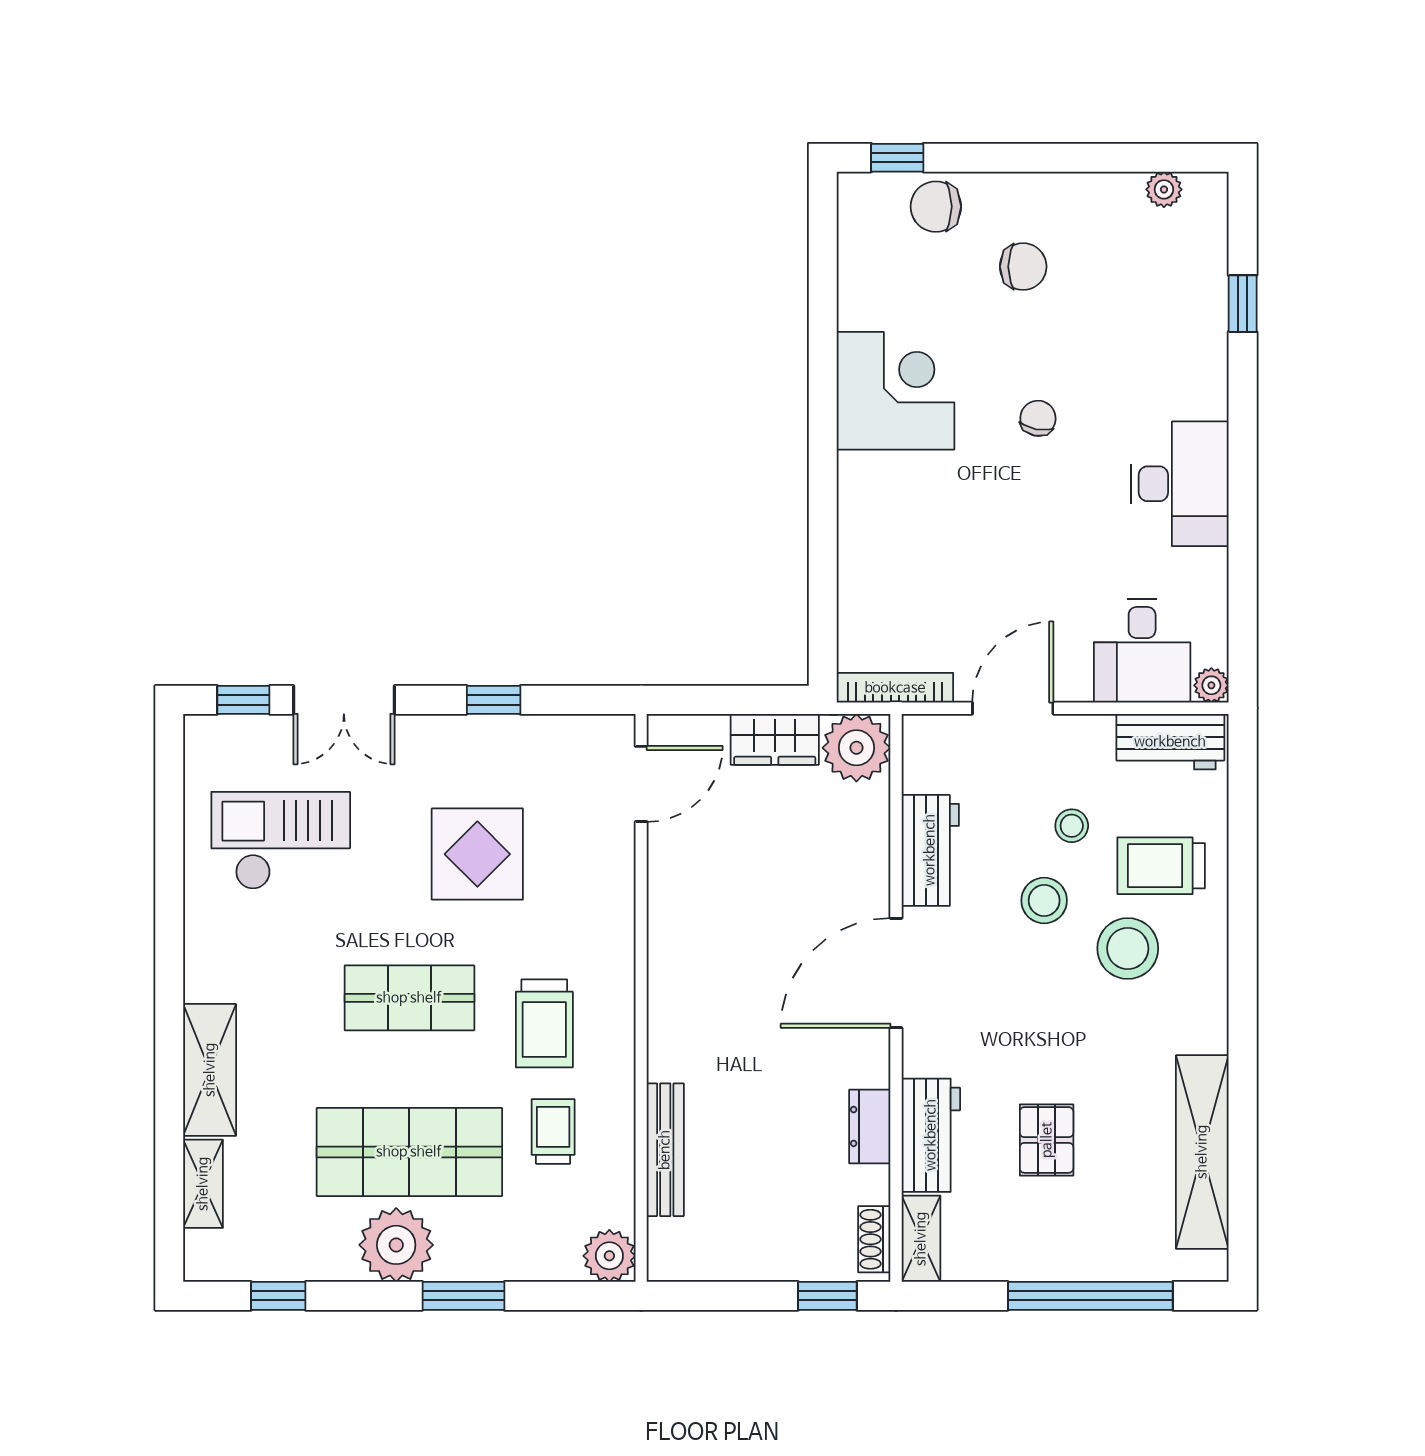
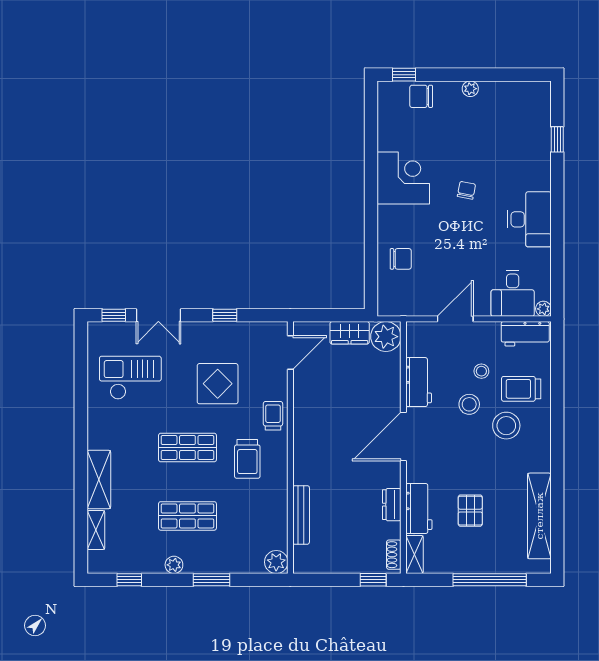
plant: (1164, 189) -> (470, 89), moved
chair: (1023, 267) -> (401, 259), moved
bookcase: (895, 688) -> (403, 310), removed
trolley: (553, 1131) -> (273, 416), moved
shop shelf: (409, 1152) -> (187, 516), width x0.70, depth x0.74
plant: (396, 1245) -> (174, 565), width x0.53, depth x0.53

